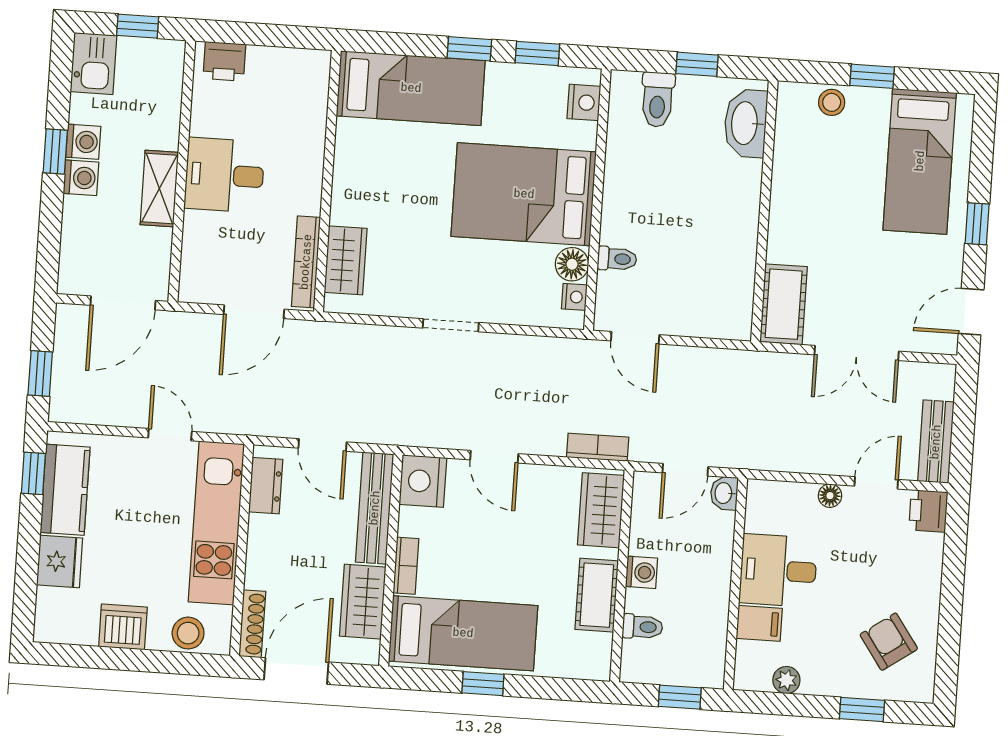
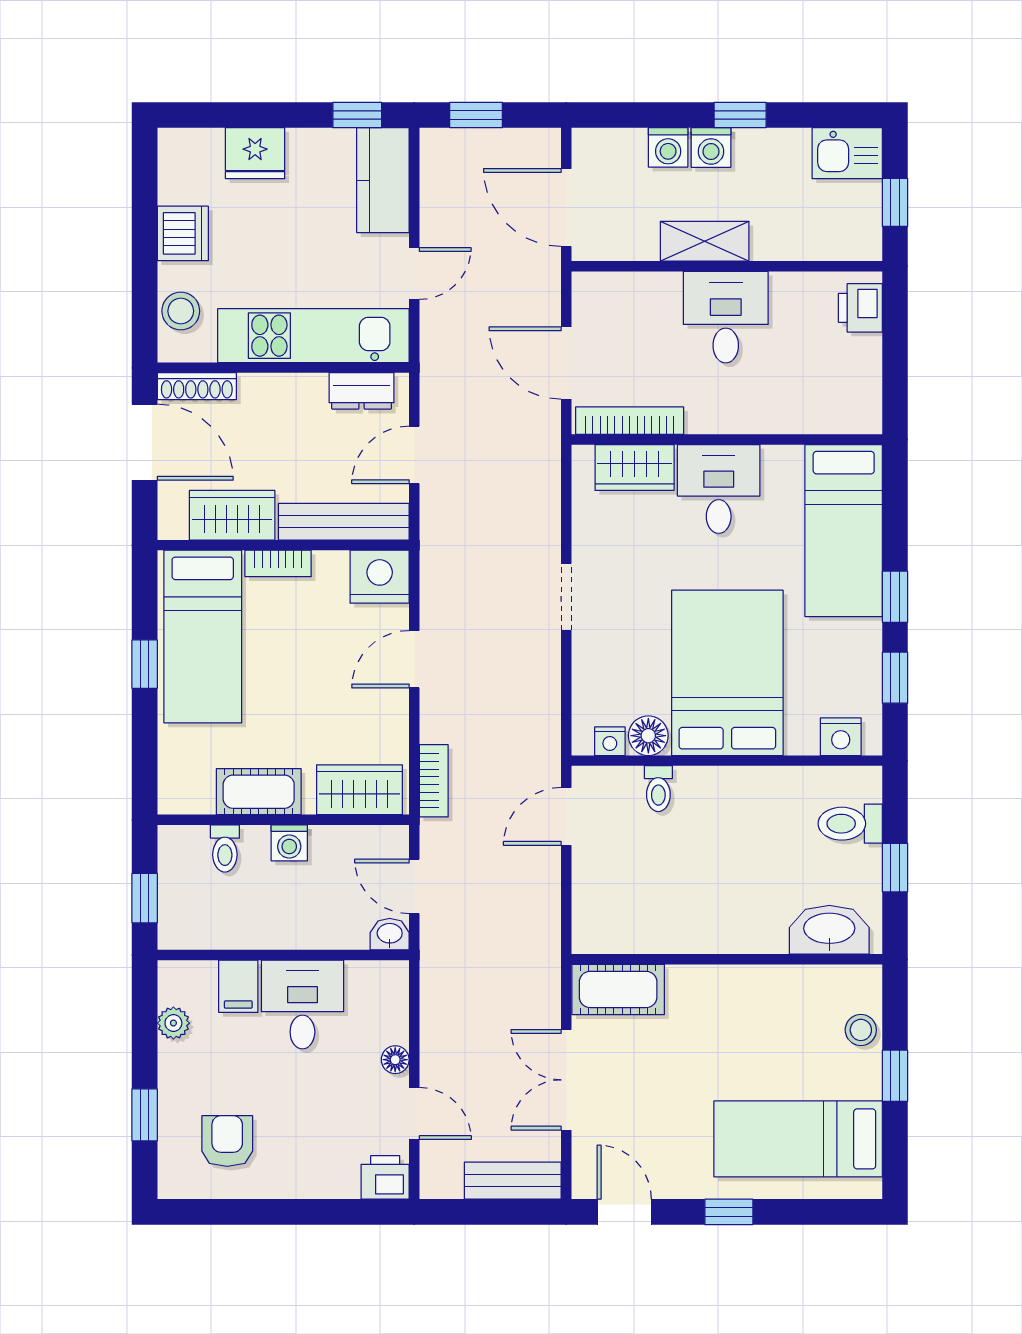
washing machine: (83, 142) -> (668, 147), moved
desk: (369, 191) -> (719, 489), added
bench: (936, 442) -> (513, 1181), moved
kitchen counter: (65, 490) -> (383, 180), moved, turned 90
armchair: (889, 642) -> (227, 1141), turned -55

